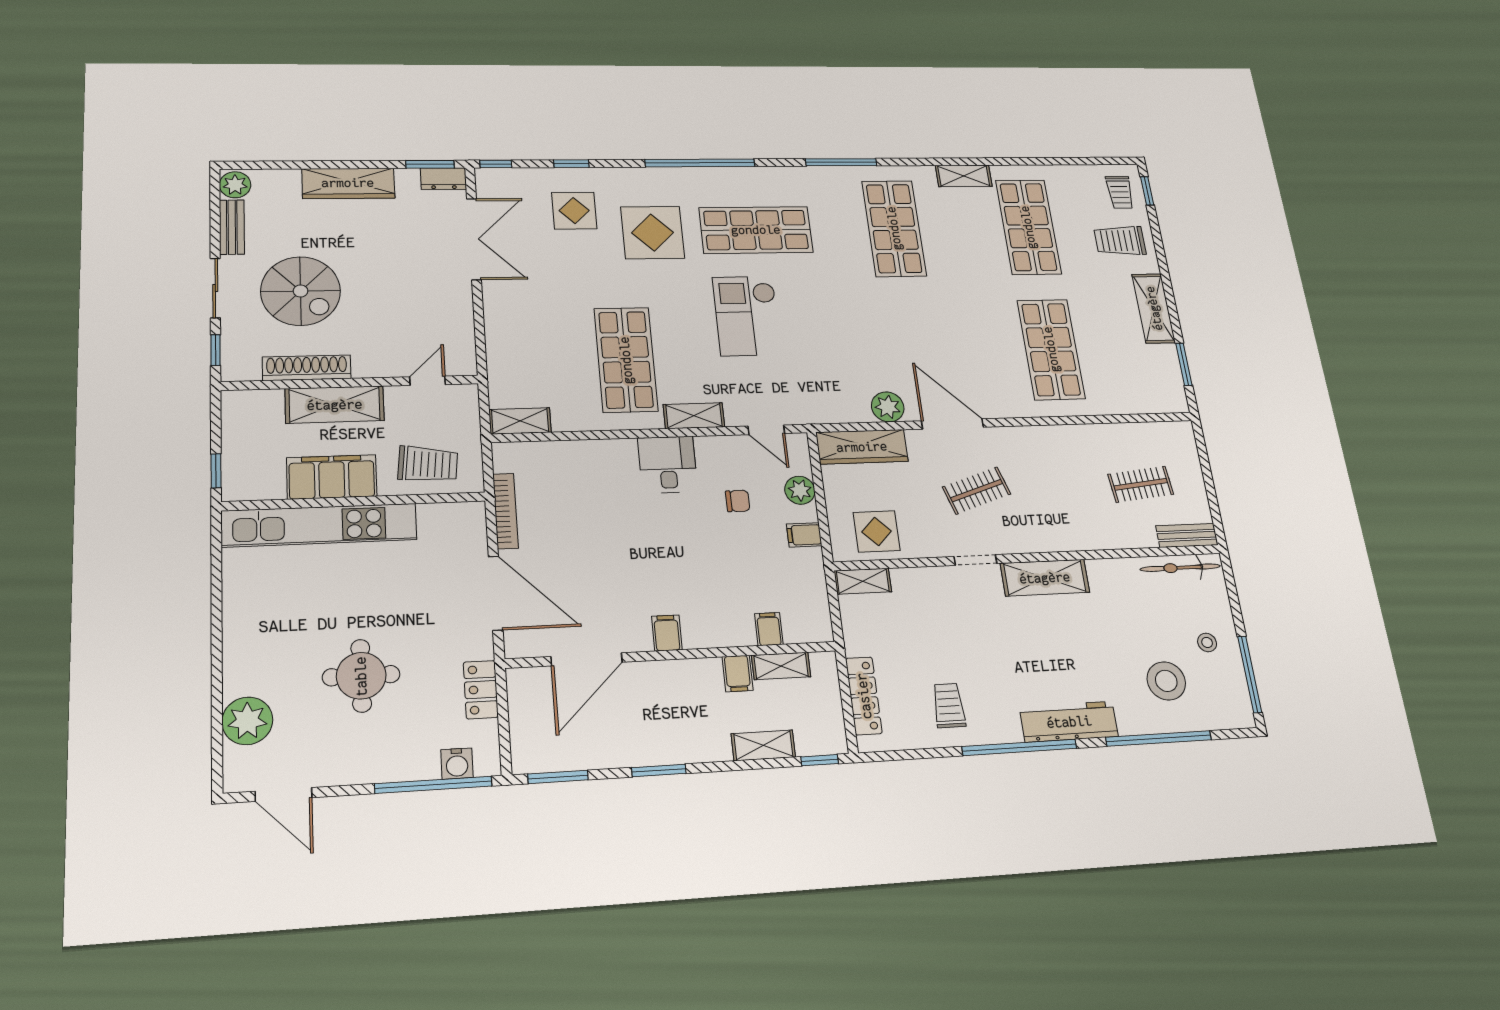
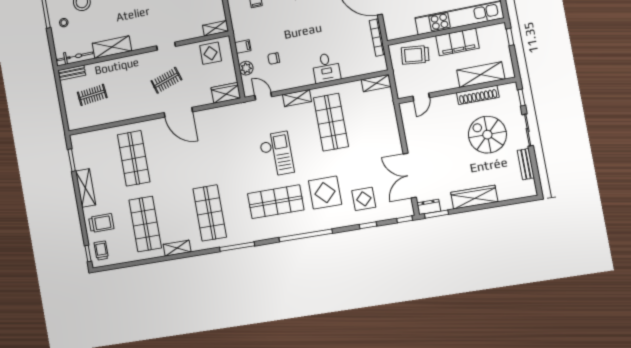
plant: (235, 185) -> (529, 188), removed
shelving: (335, 405) -> (481, 75), moved
plant: (888, 407) -> (208, 116), removed
wardrobe: (862, 447) -> (226, 93), width x0.67
desk: (668, 465) -> (326, 68), moved
shelving: (1045, 578) -> (112, 47), moved

